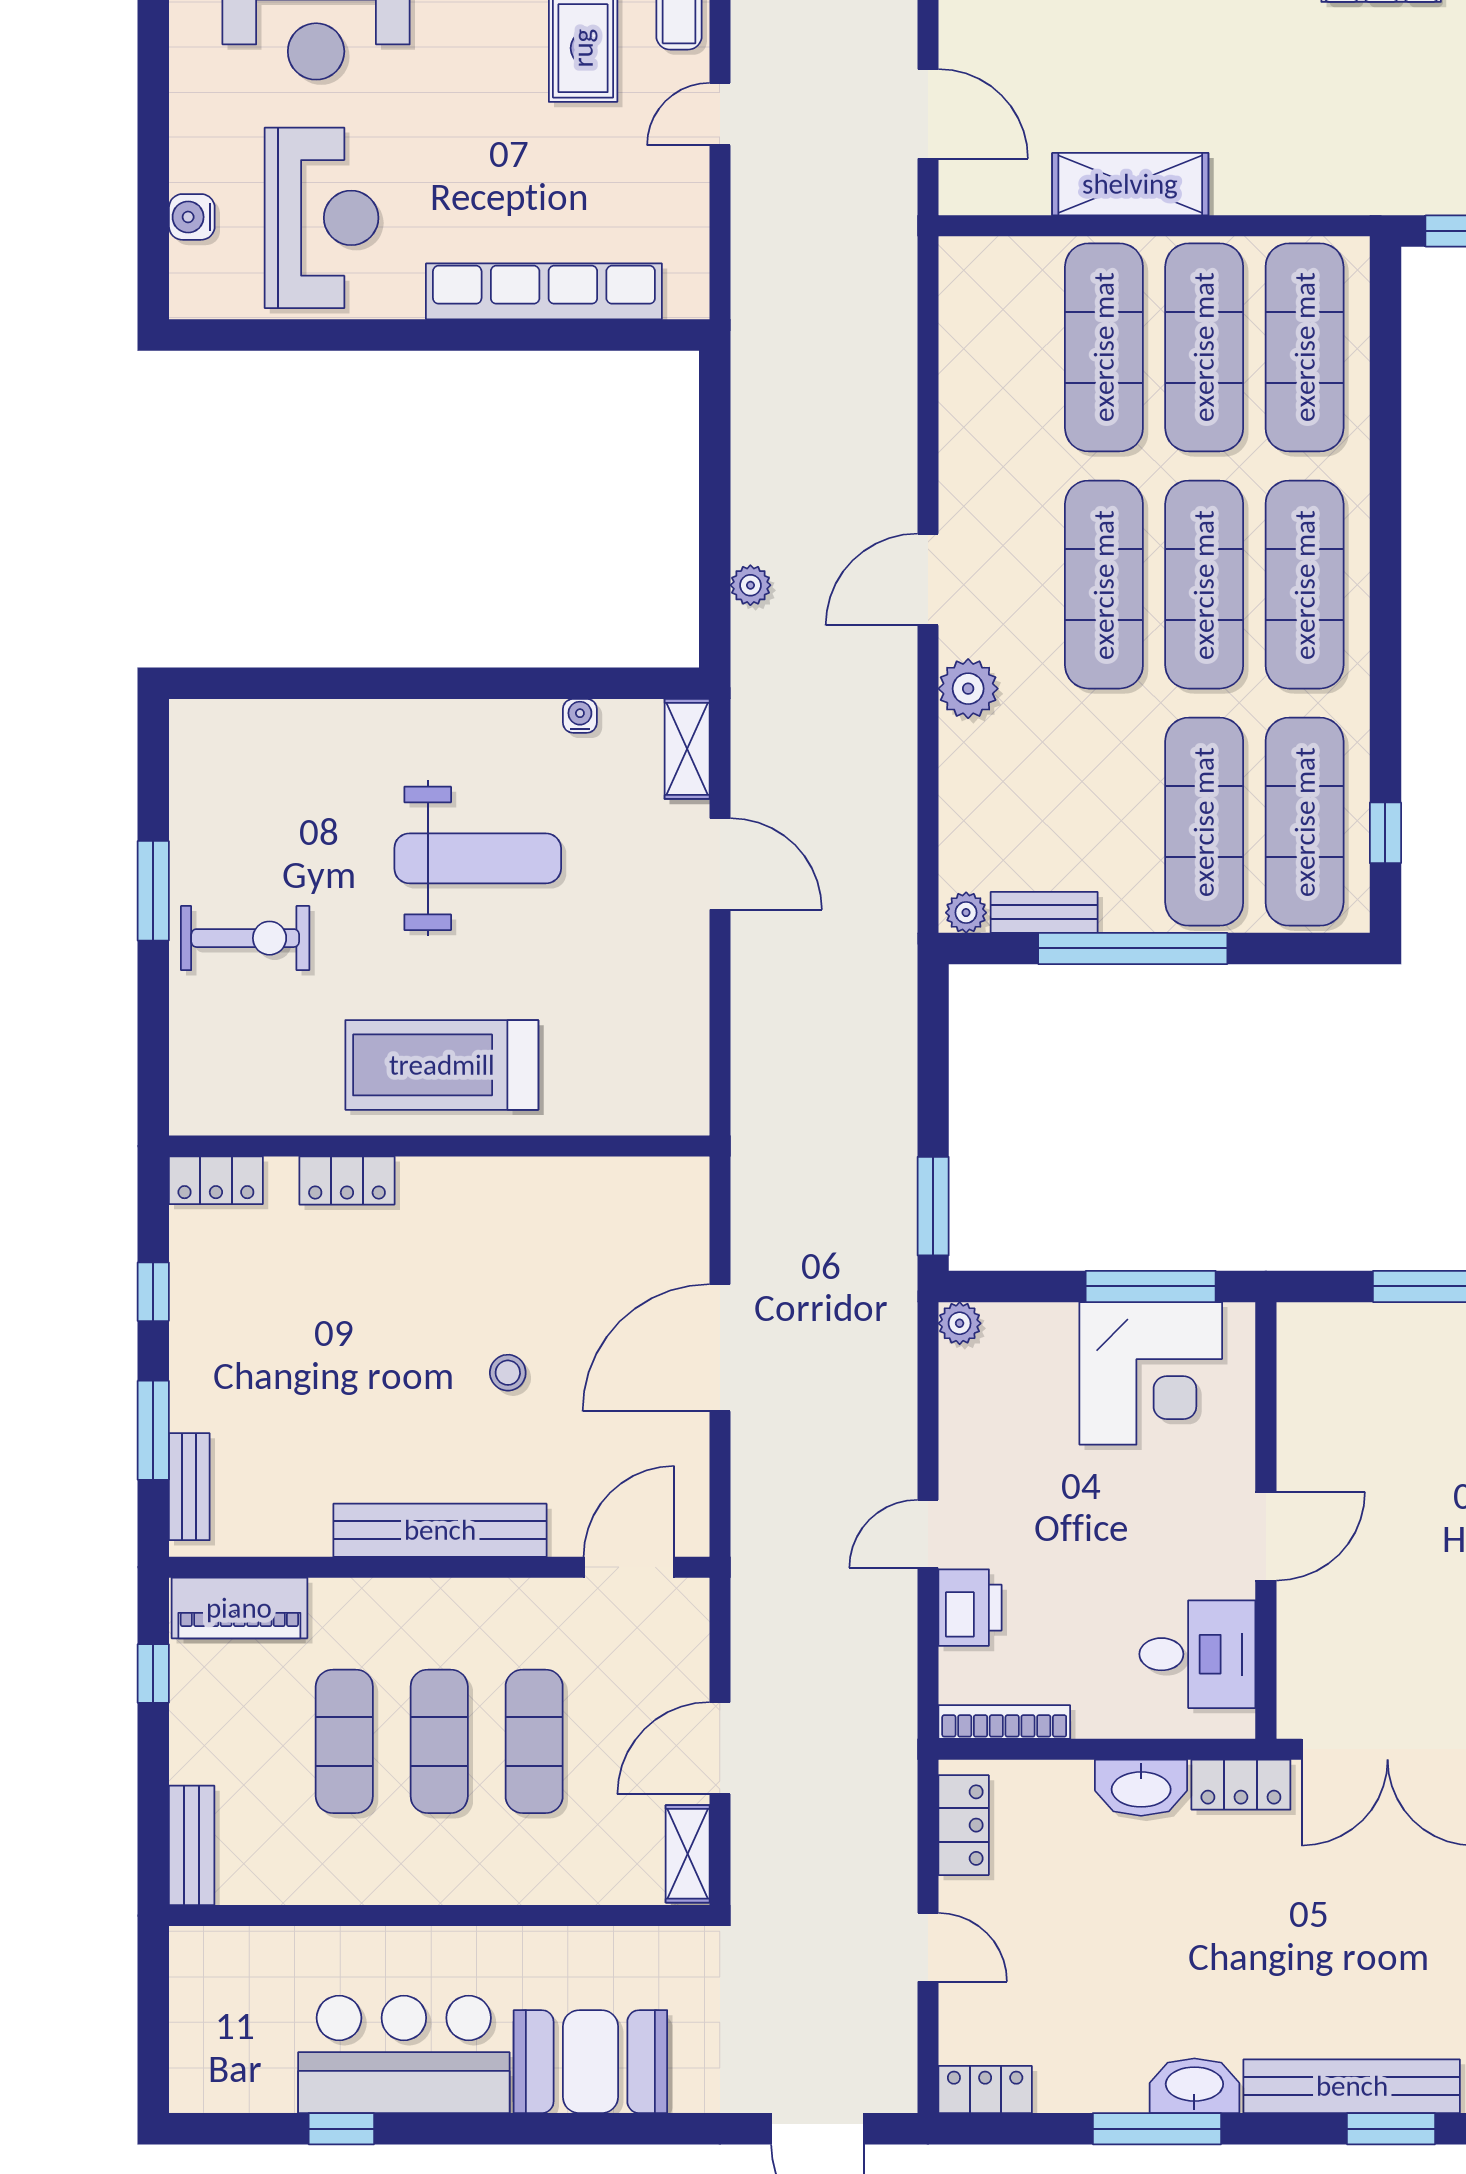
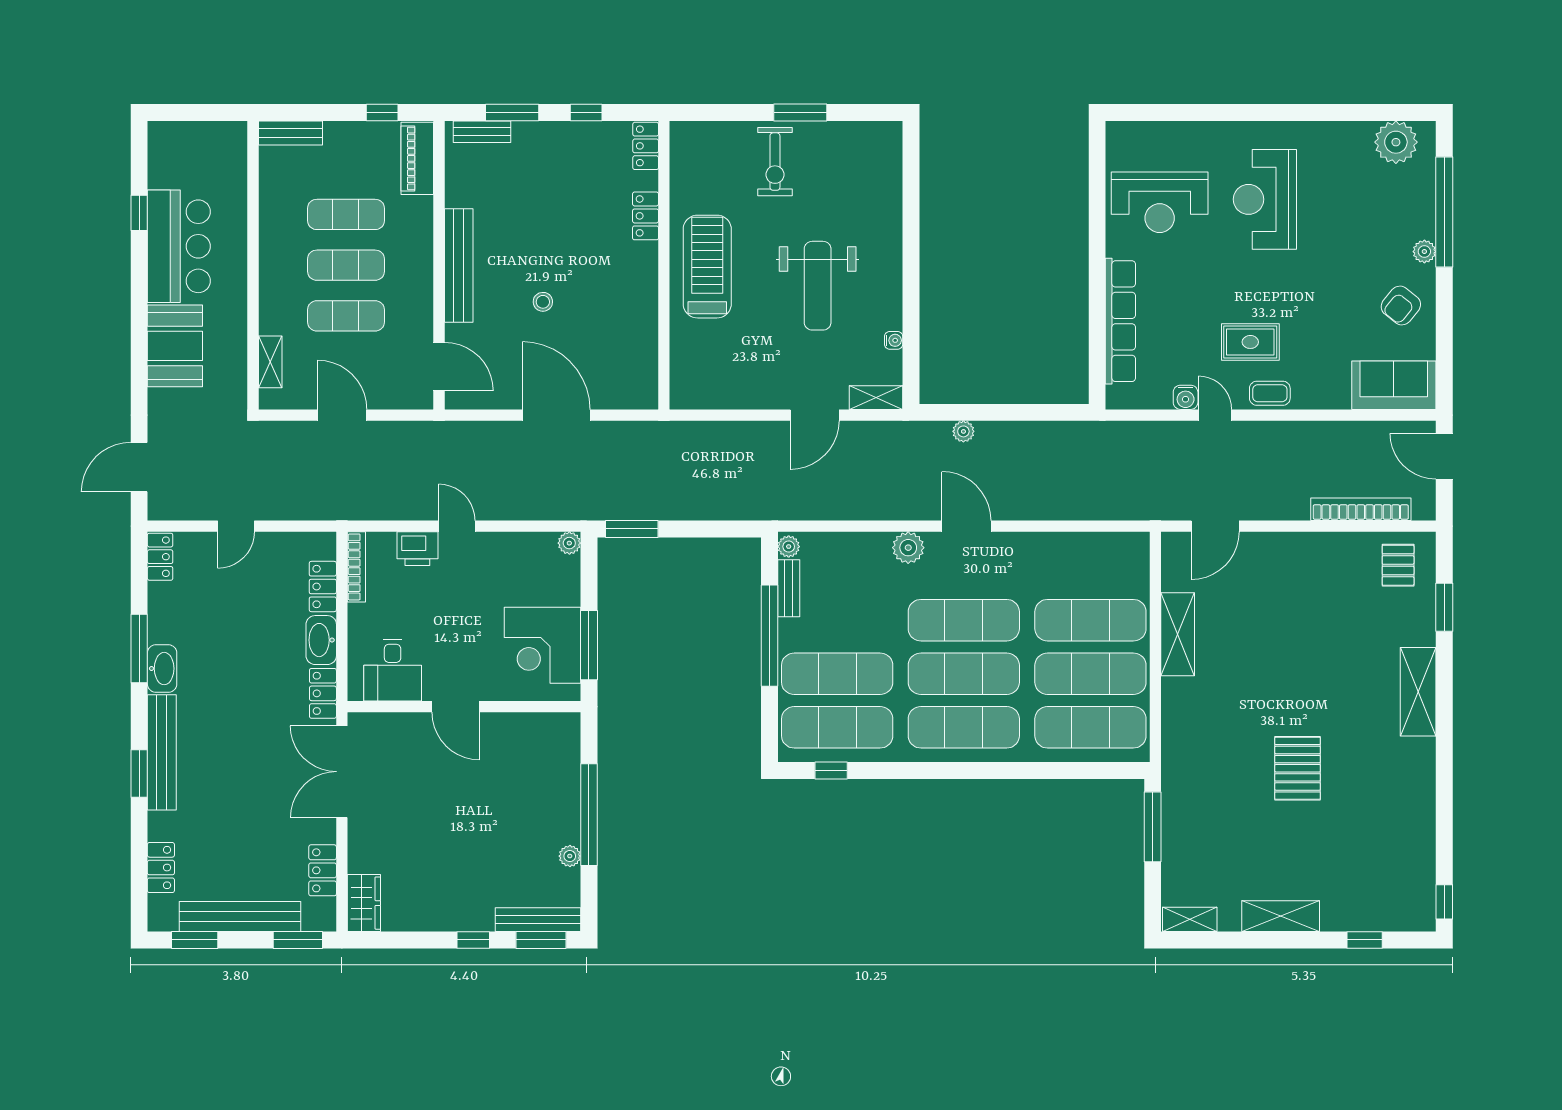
water cooler: (192, 217) -> (1186, 397), moved, turned 180
locker: (964, 1825) -> (323, 586), moved, turned 90
shelving: (688, 1854) -> (270, 362), moved, turned 90

